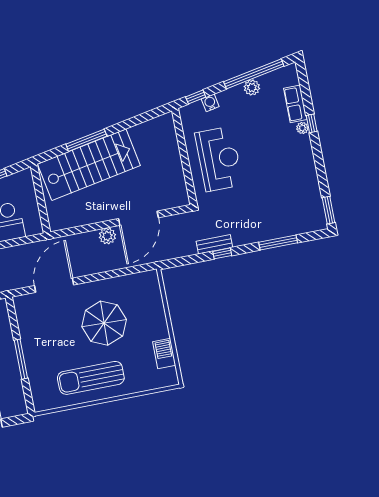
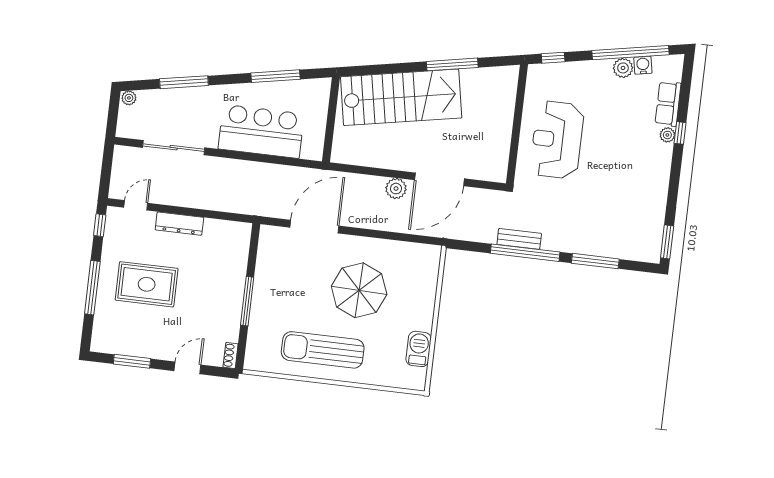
water cooler: (210, 103) -> (643, 65), moved
window: (86, 140) -> (452, 64), moved
reception desk: (219, 159) -> (557, 140), turned 180
window: (222, 253) -> (525, 253), width x3.17
shoe rack: (22, 405) -> (231, 355), added

